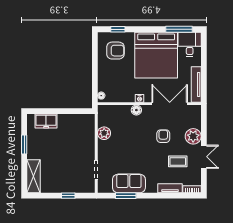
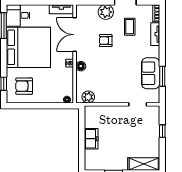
armchair: (115, 51) -> (24, 86), turned -90
tv unit: (196, 84) -> (61, 9), width x0.71
freezer: (46, 121) -> (91, 139), moved
plant: (104, 133) -> (88, 97), moved

